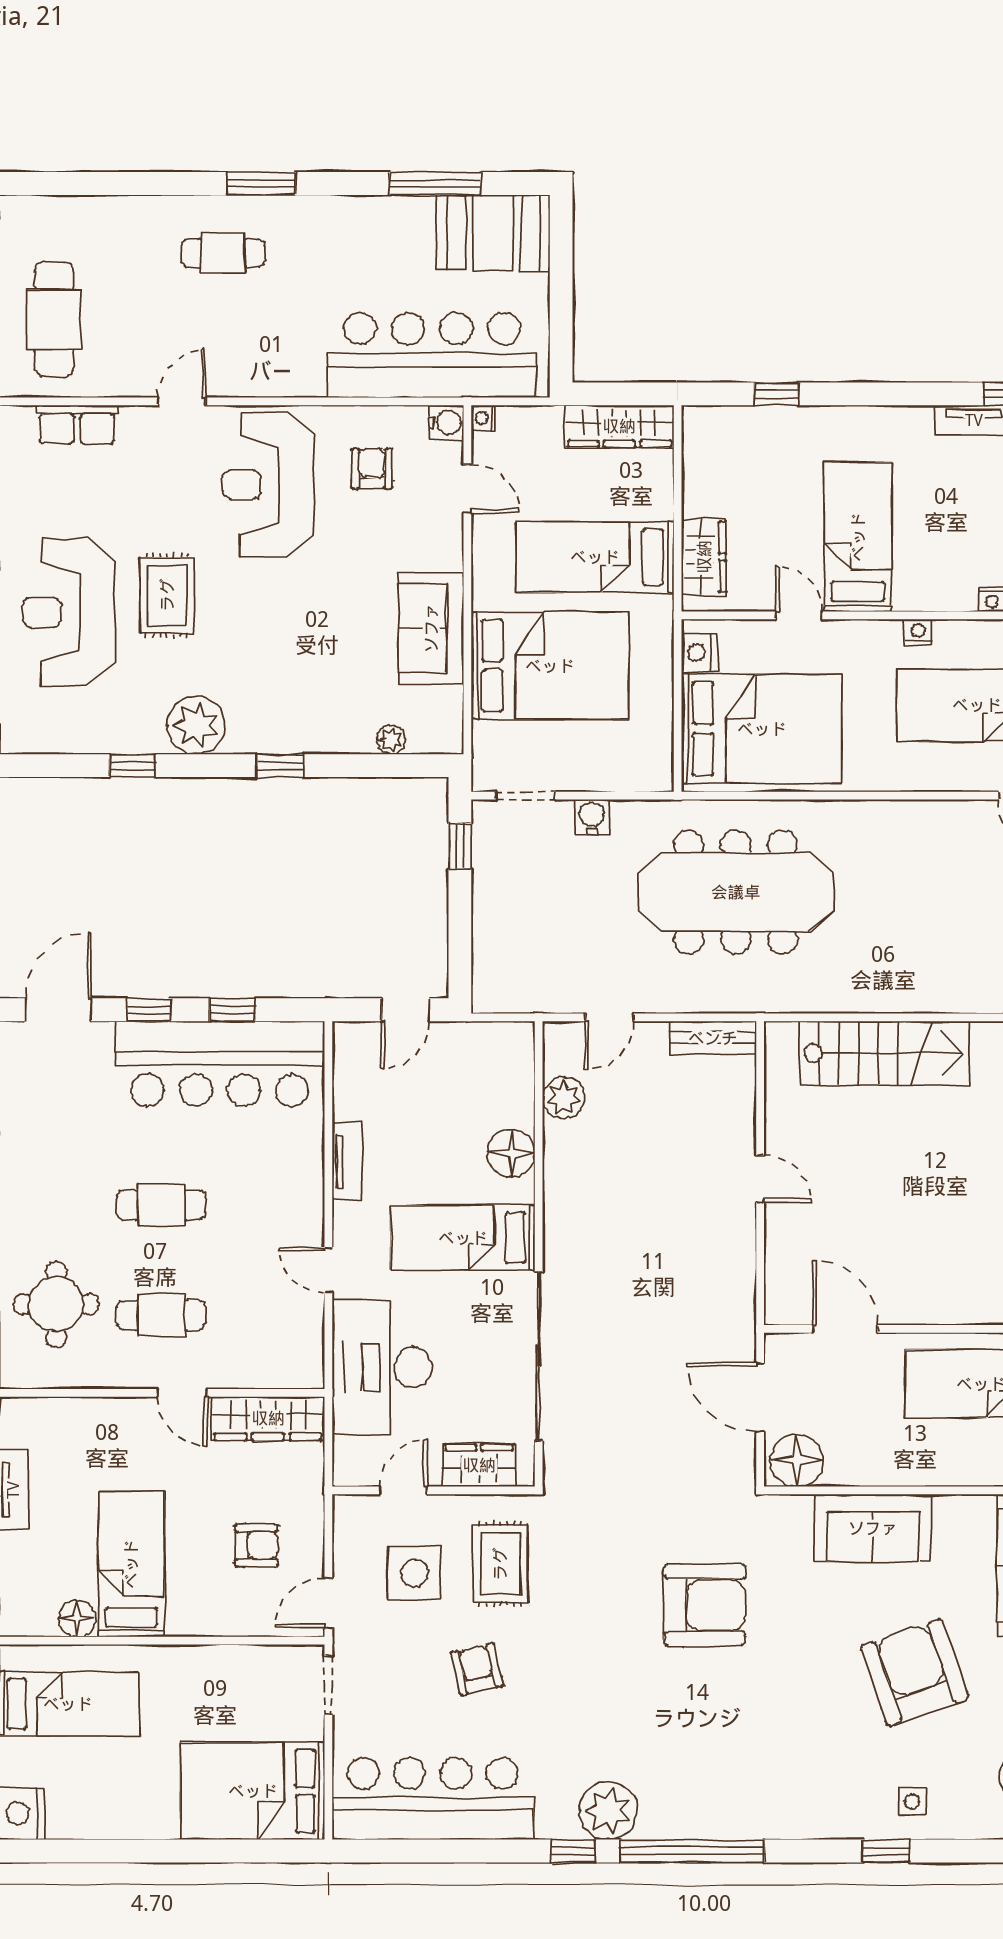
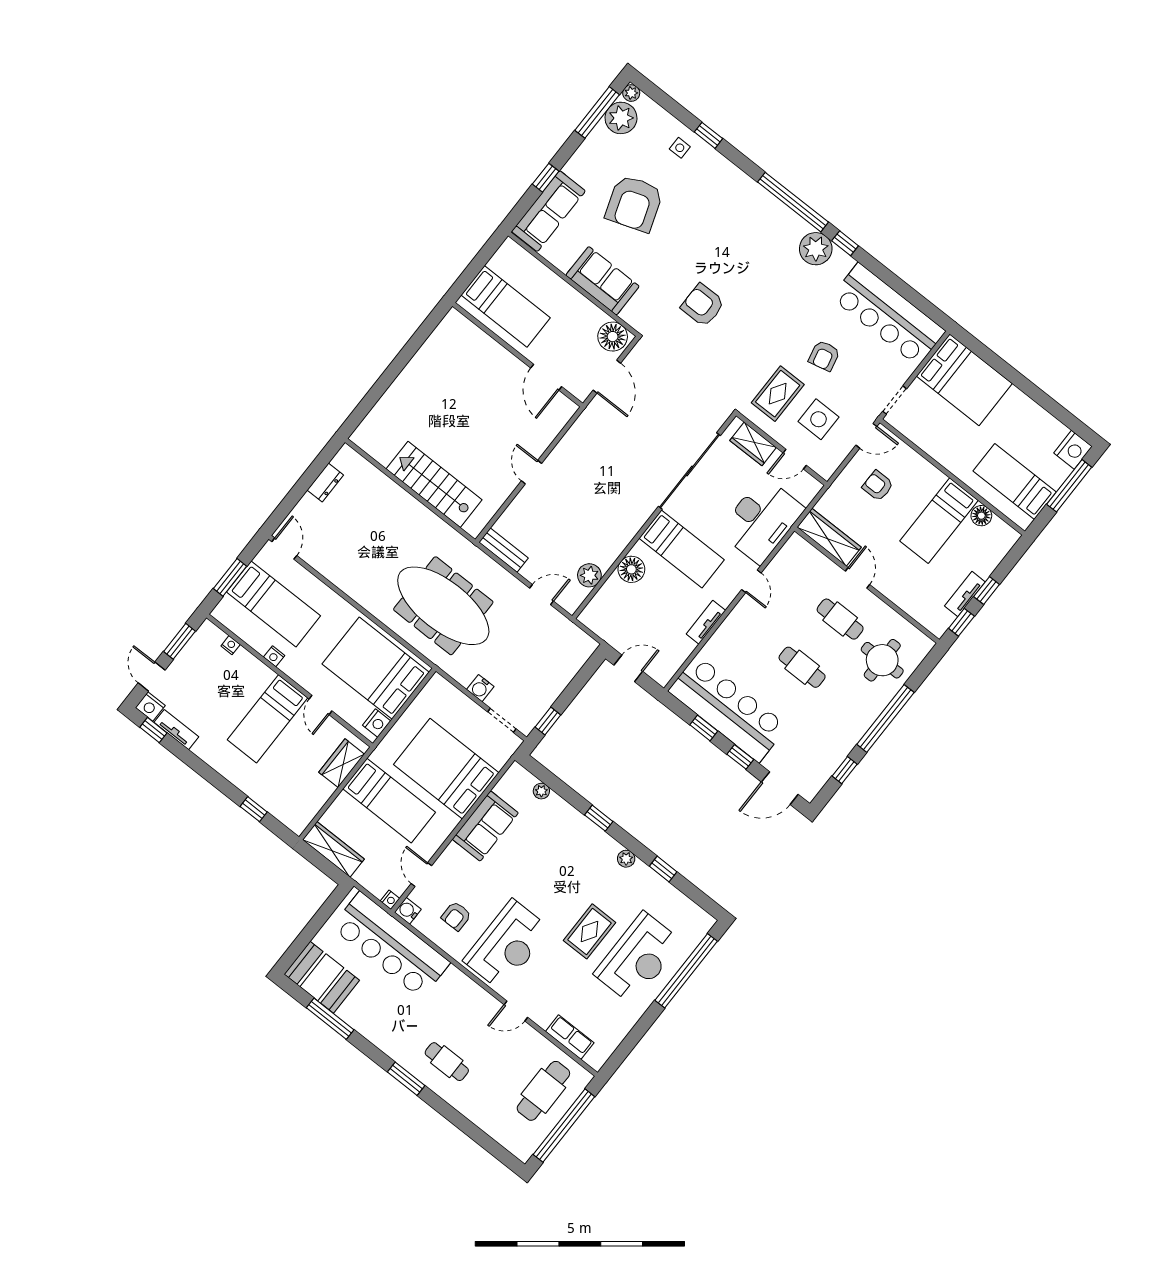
plant: (196, 725) -> (626, 859), width x0.53, depth x0.53
armchair: (705, 1605) -> (703, 305), width x0.73, depth x0.73

